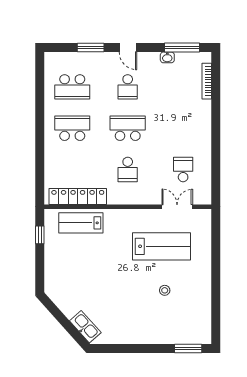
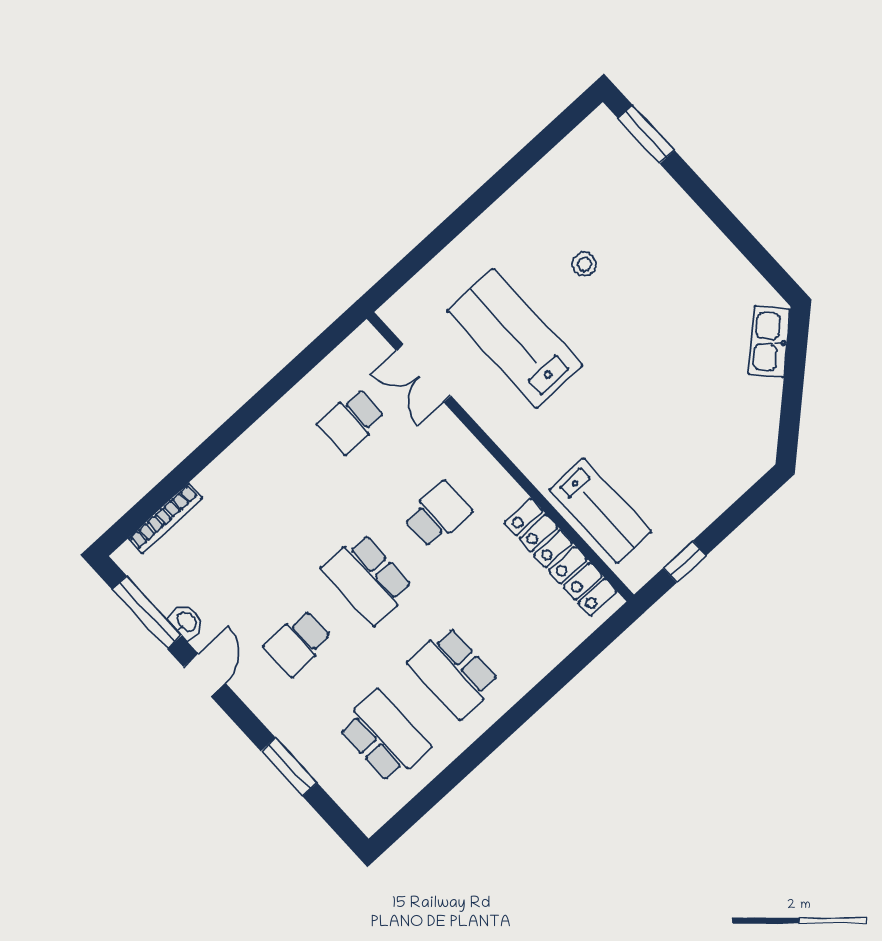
door: (128, 47) -> (204, 675), moved
school desk: (128, 87) -> (298, 643), turned 180

